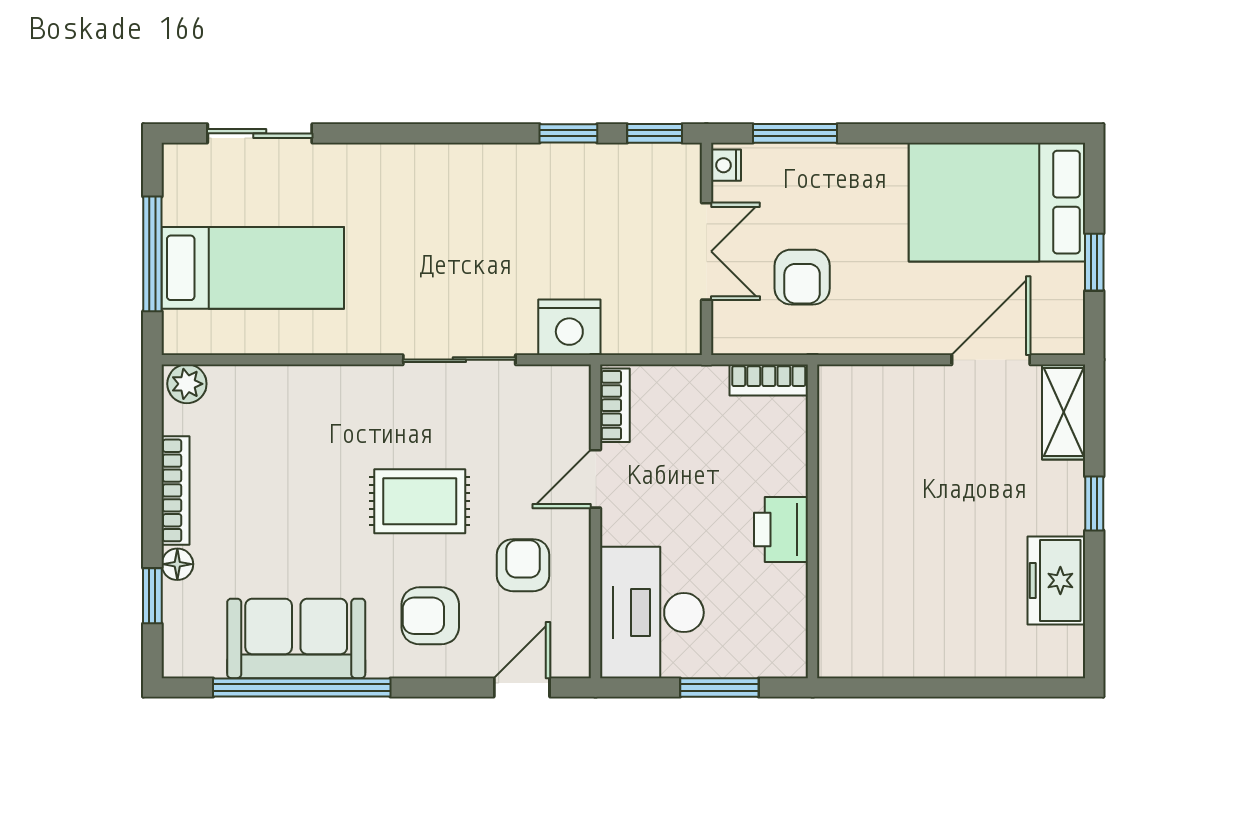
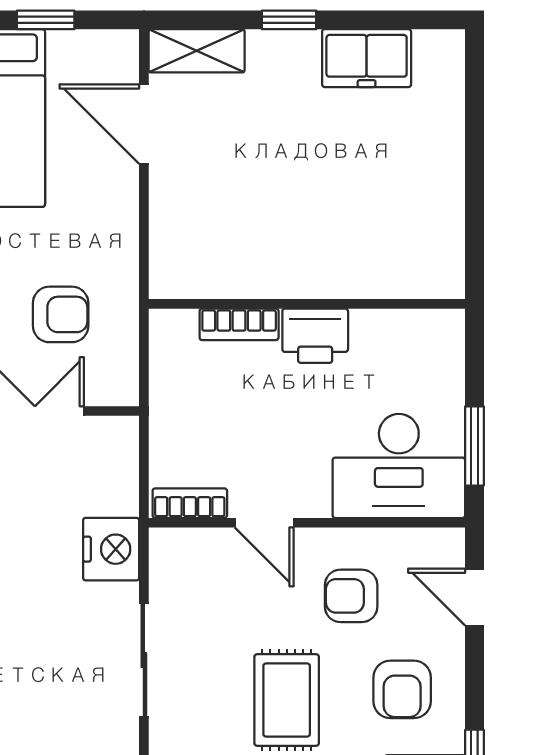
bookcase: (769, 380) -> (239, 324), moved, turned 90
window: (719, 687) -> (474, 446), moved

